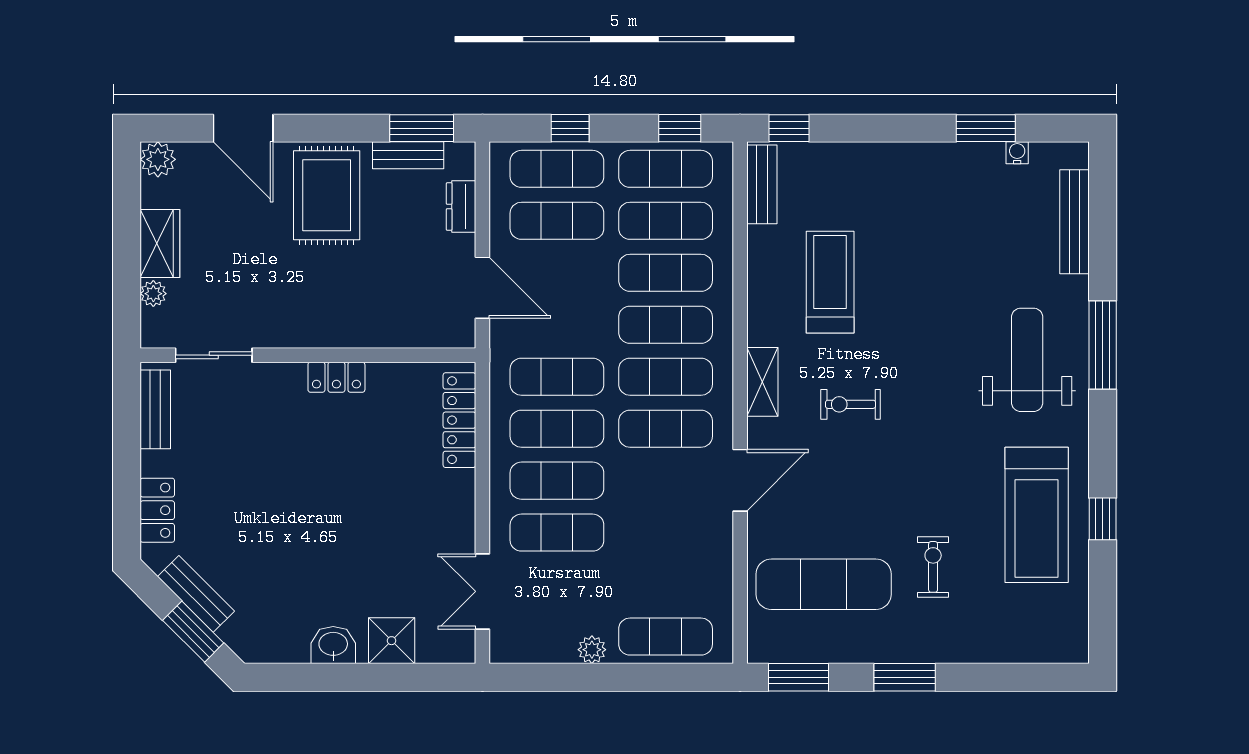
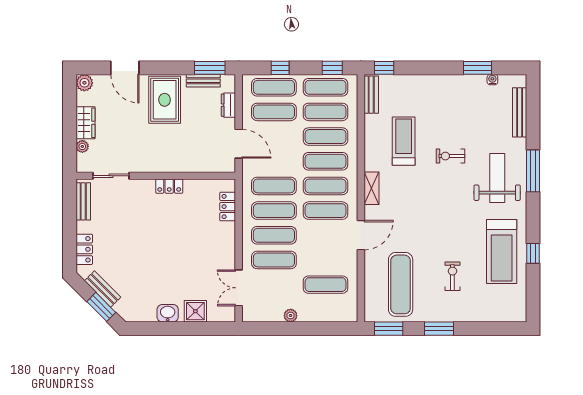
exercise bike: (851, 404) -> (450, 156), moved
locker: (459, 420) -> (228, 207), width x0.66
exercise mat: (824, 584) -> (401, 284), turned 90
exercise mat: (666, 637) -> (325, 285), moved

